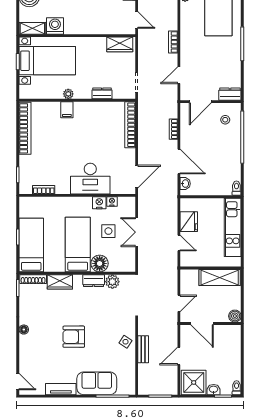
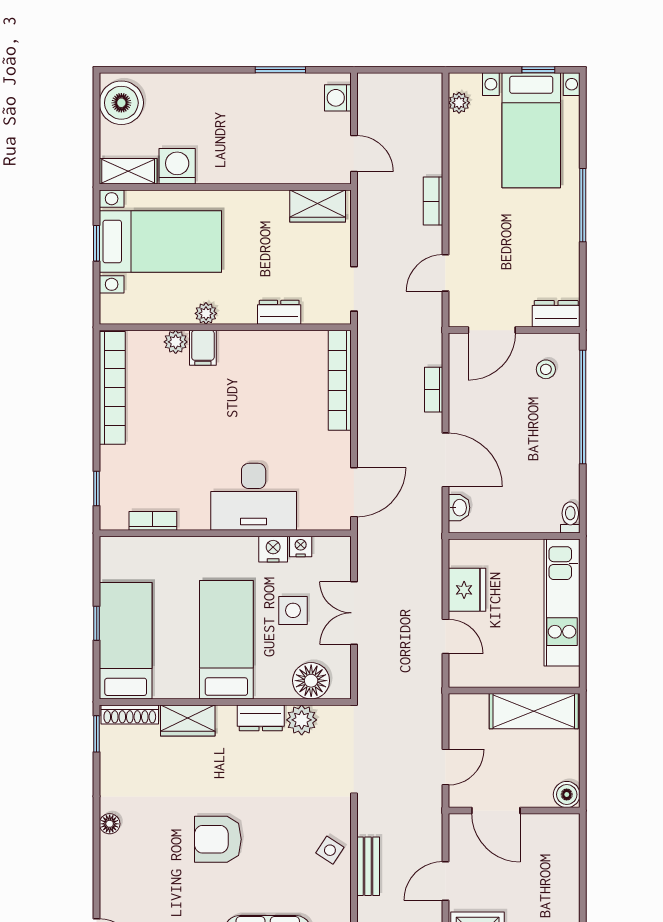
plant: (54, 107) -> (176, 342), added
floor lamp: (100, 263) -> (311, 681), moved

